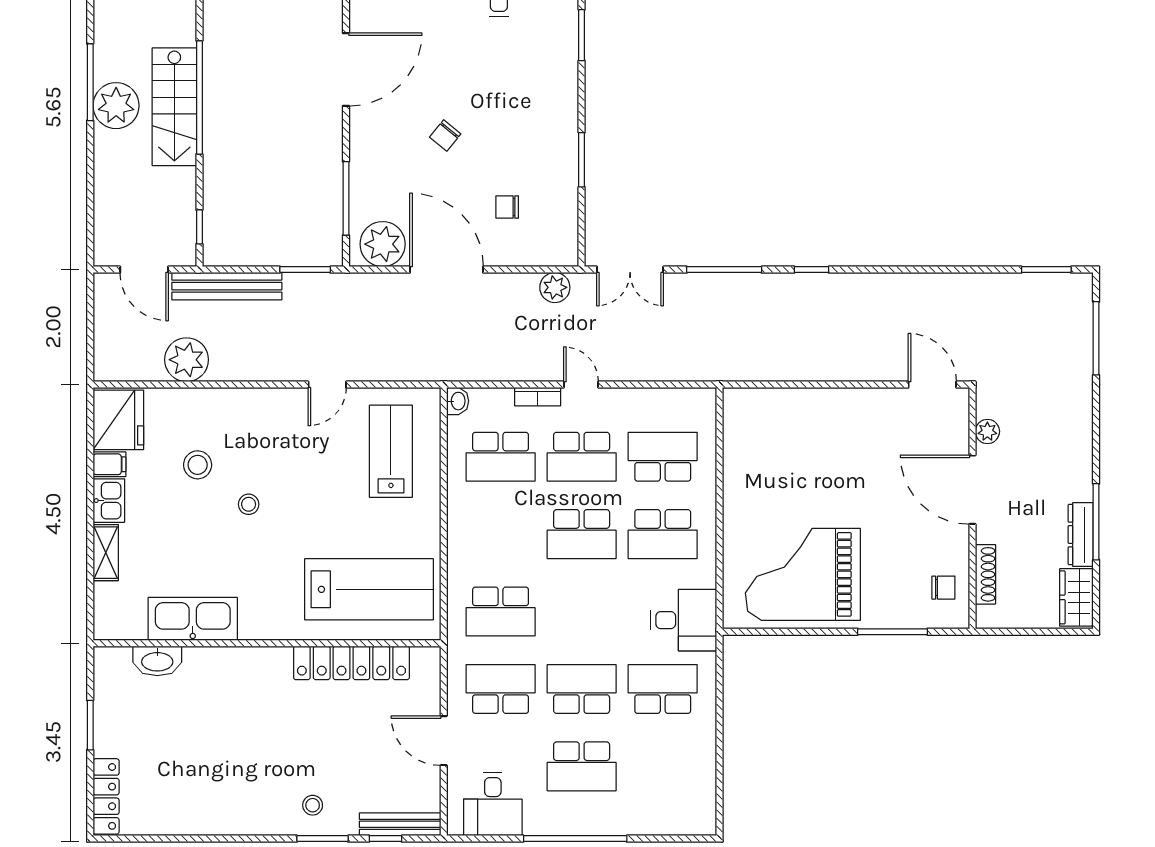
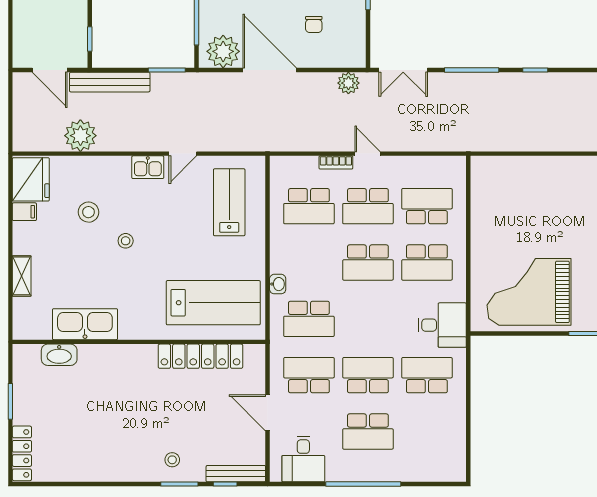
chair: (507, 207) -> (314, 24), turned -90
washbasin: (458, 401) -> (278, 284), moved
kitchen sink: (109, 501) -> (148, 167), moved, turned 90

